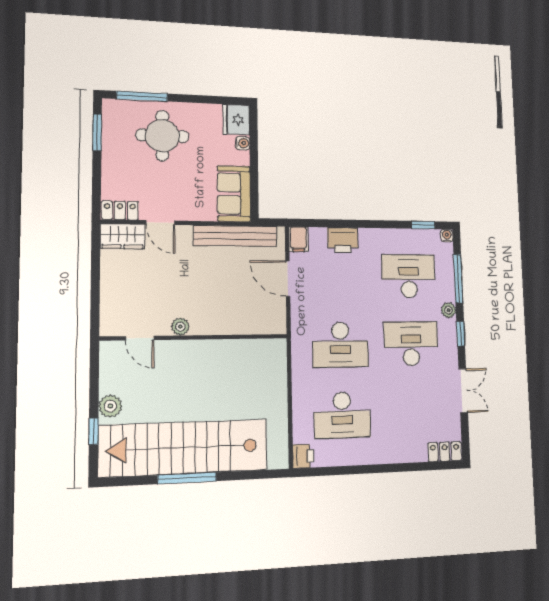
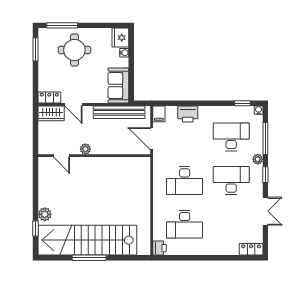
plant: (180, 327) -> (85, 149), moved
wall: (195, 337) -> (94, 156), moved
door: (140, 338) -> (61, 156), moved

